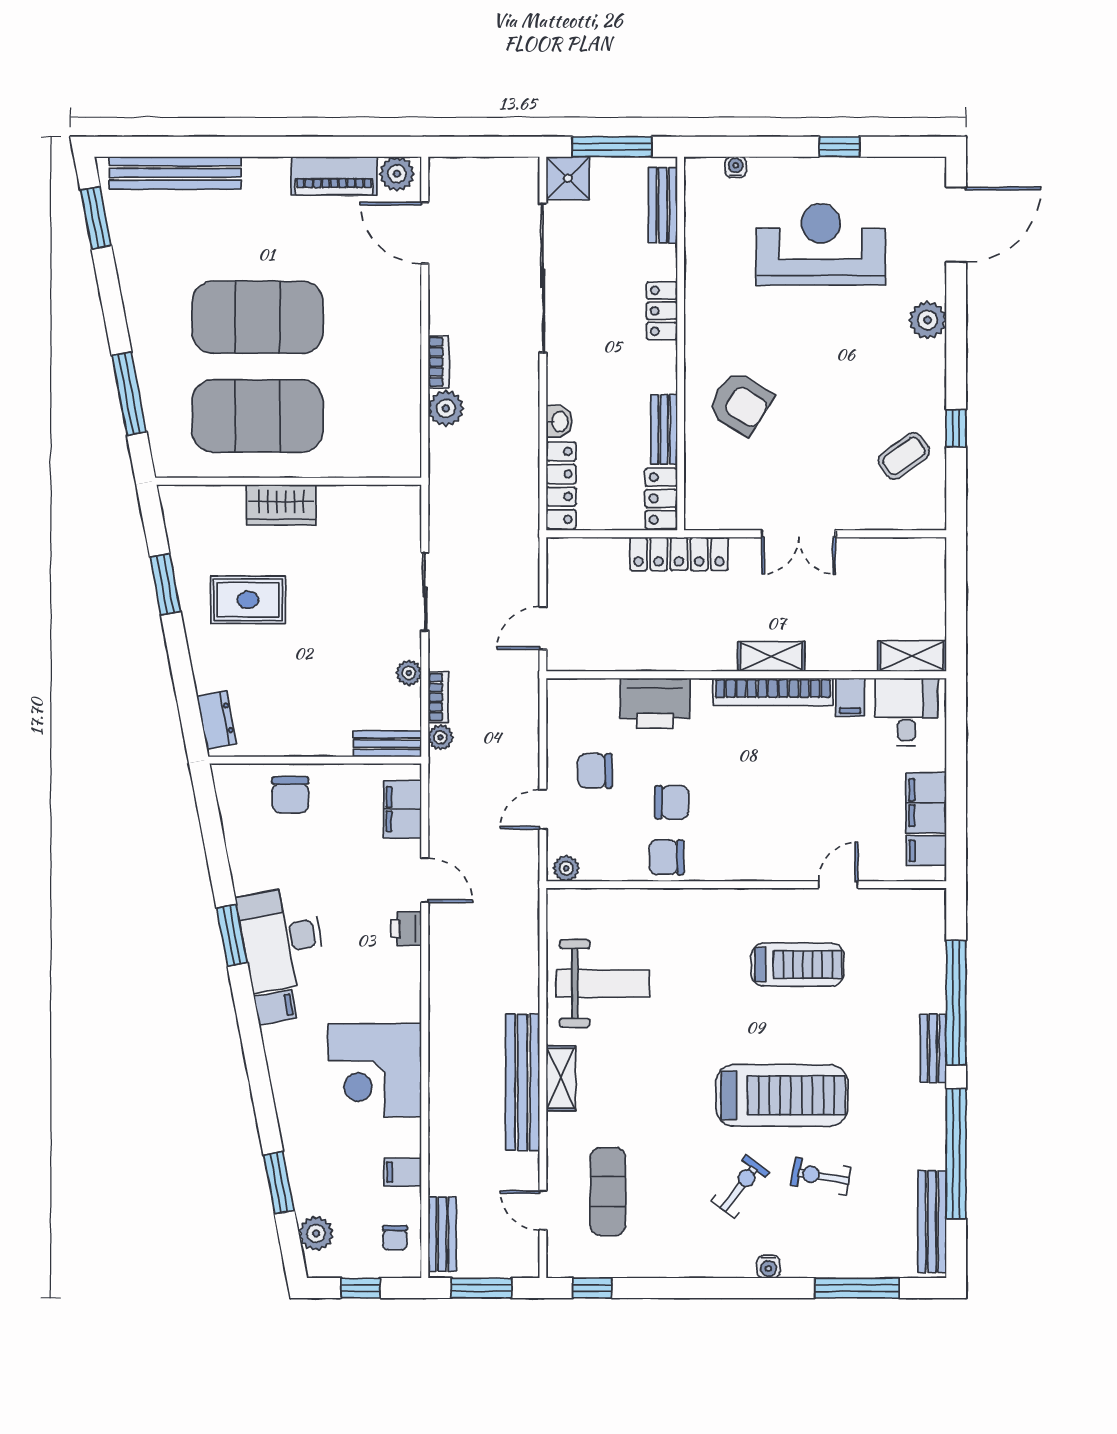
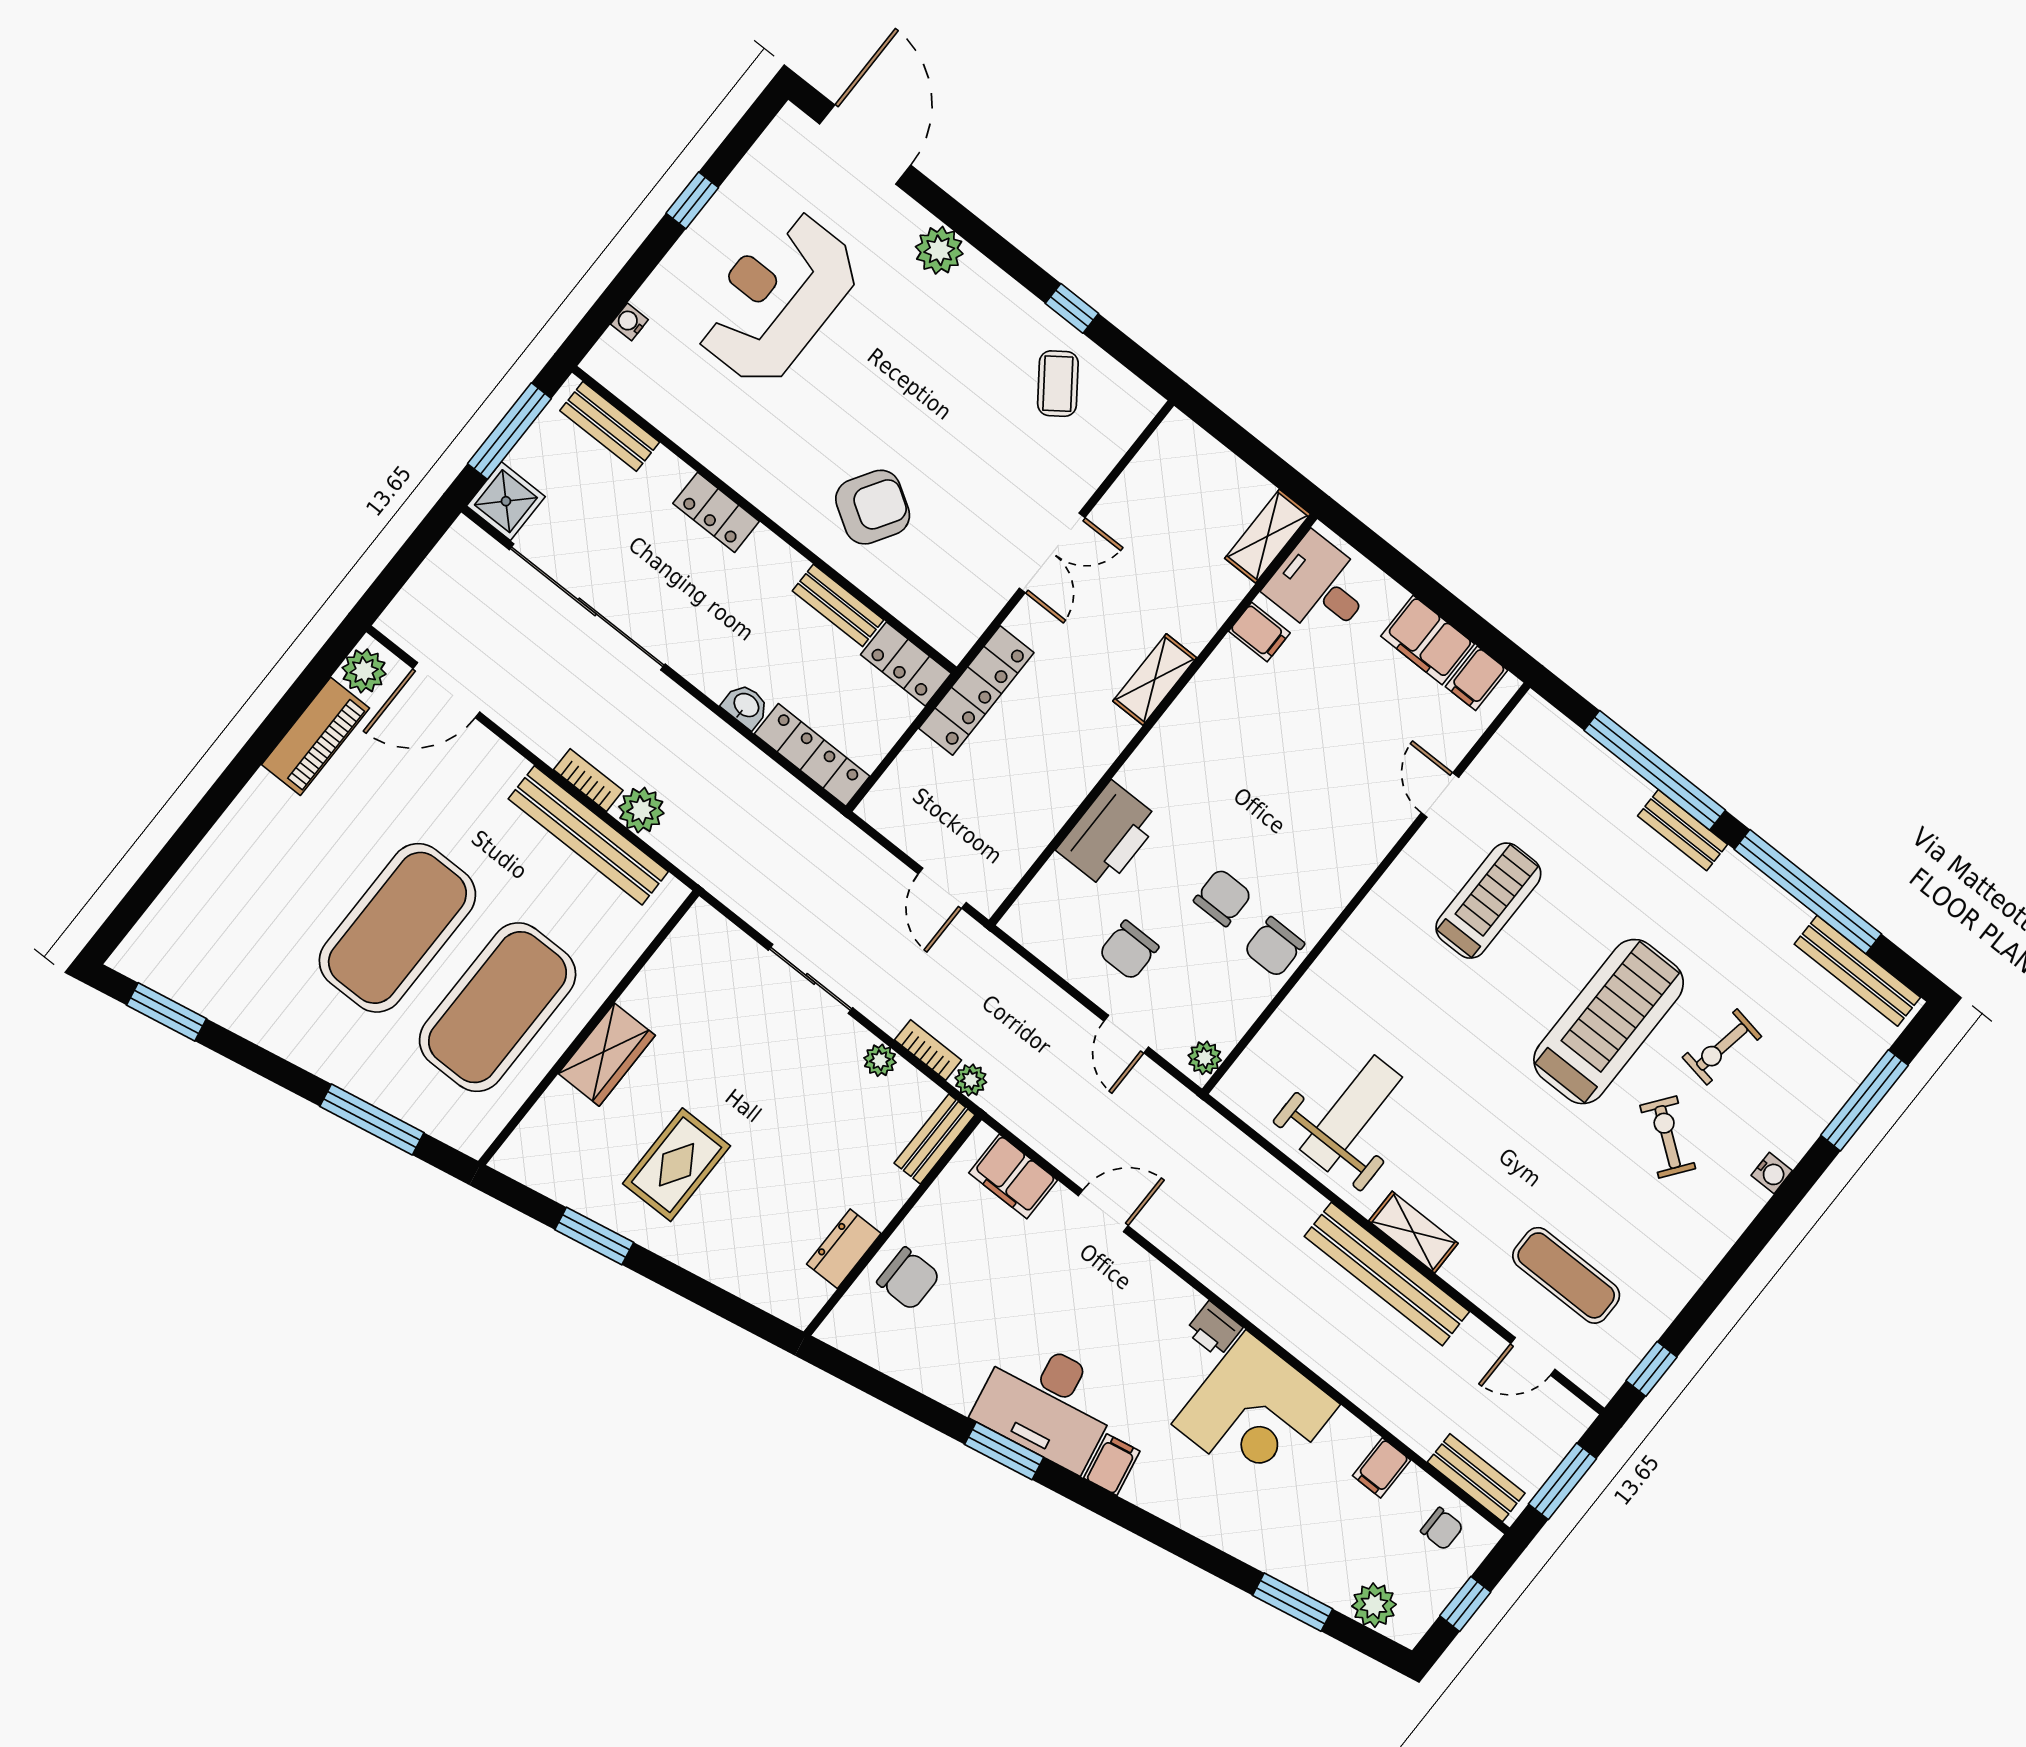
bench: (175, 173) -> (588, 835), moved, turned 90
bookcase: (773, 692) -> (1192, 706), removed
dresser: (217, 720) -> (844, 1249), moved, turned -79
printer: (406, 929) -> (1214, 1329), moved

